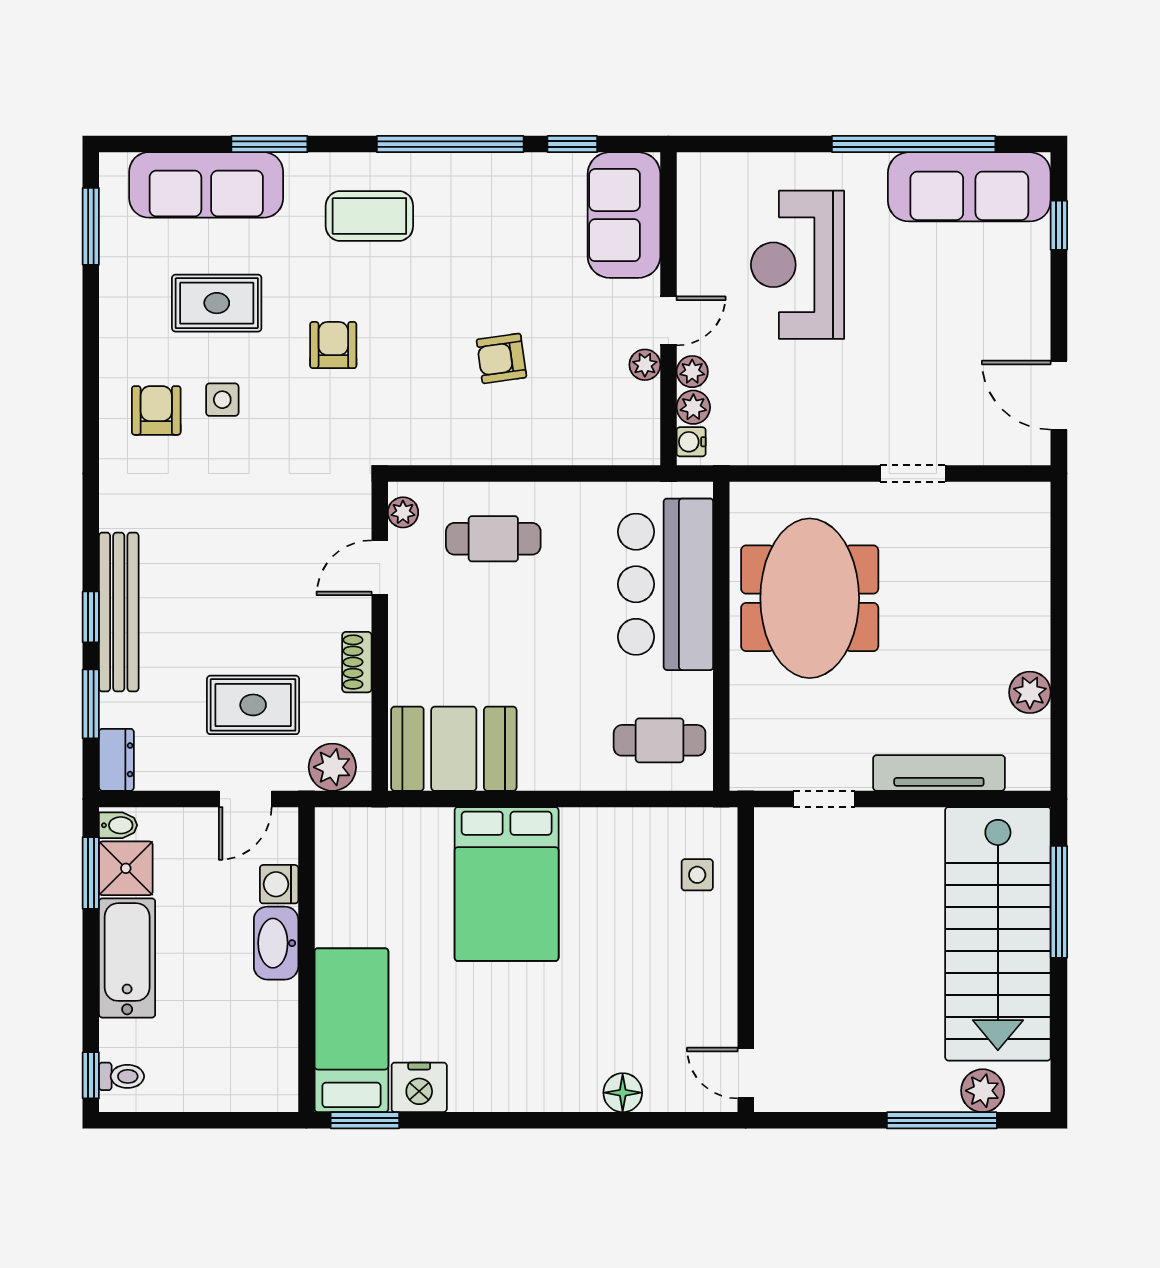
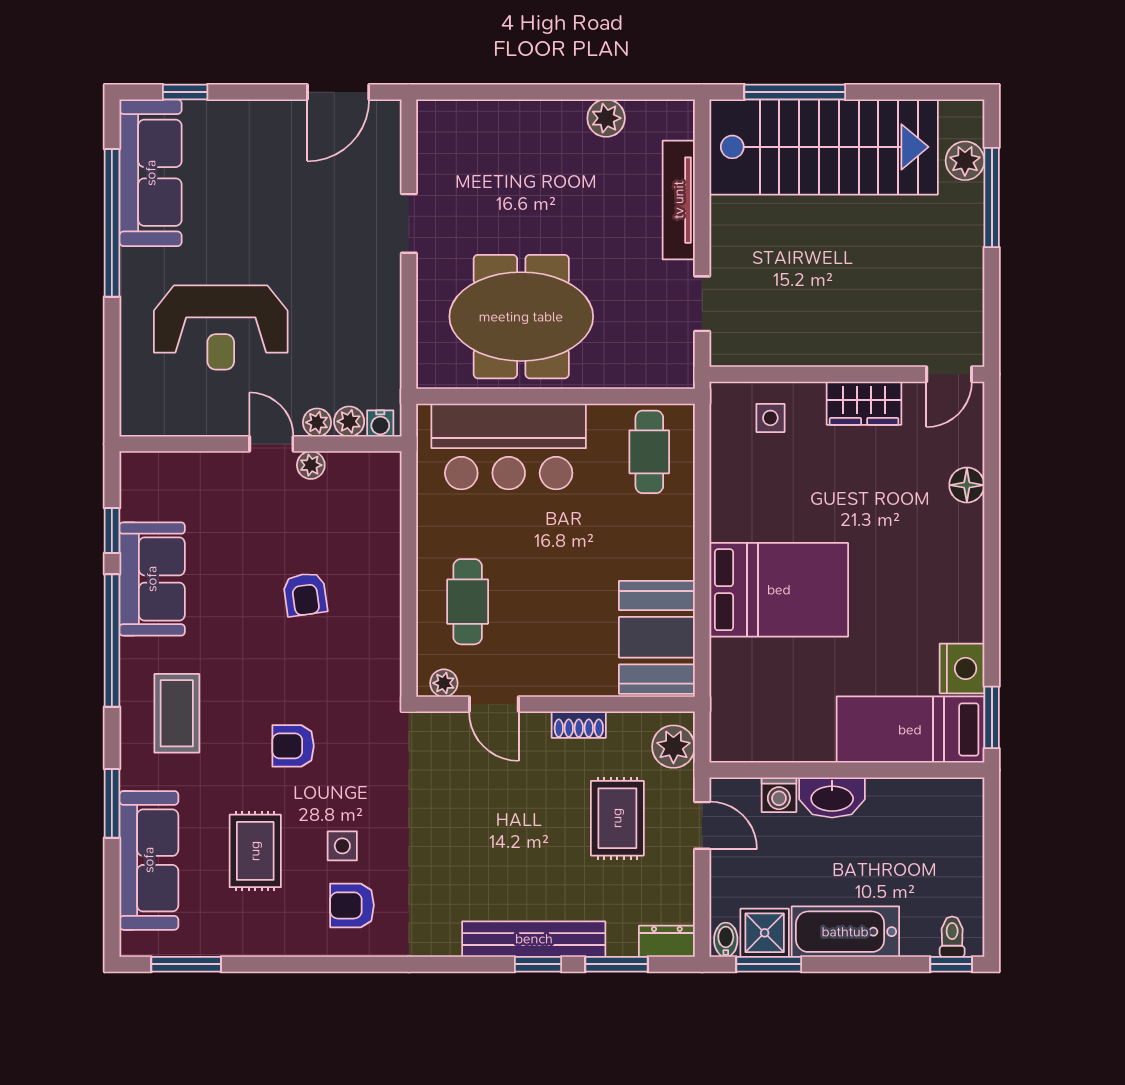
sofa: (624, 215) -> (152, 579), moved, turned -90
wardrobe: (714, 979) -> (864, 403), added

